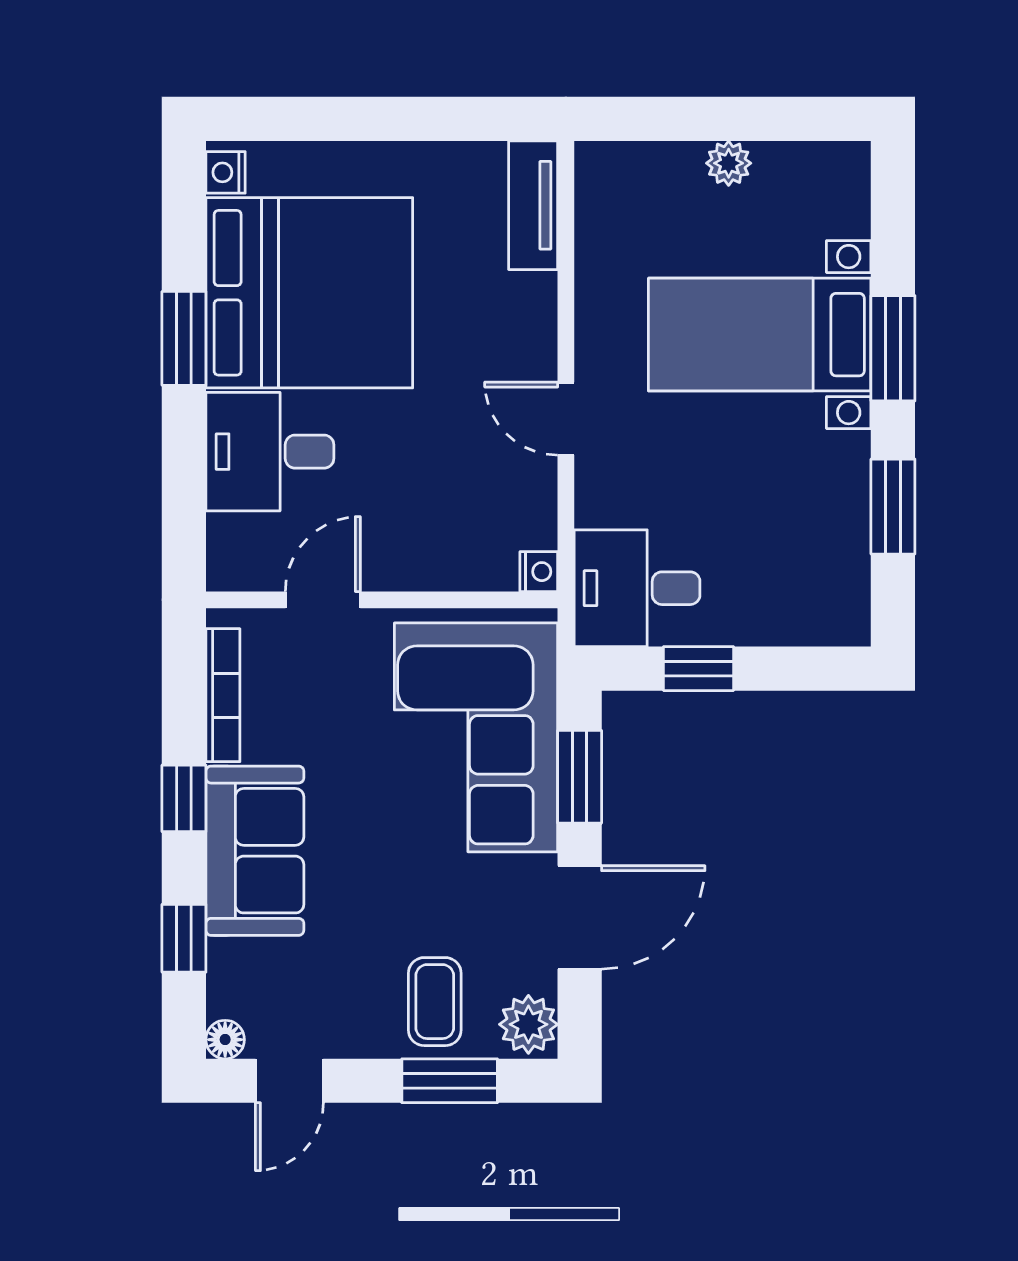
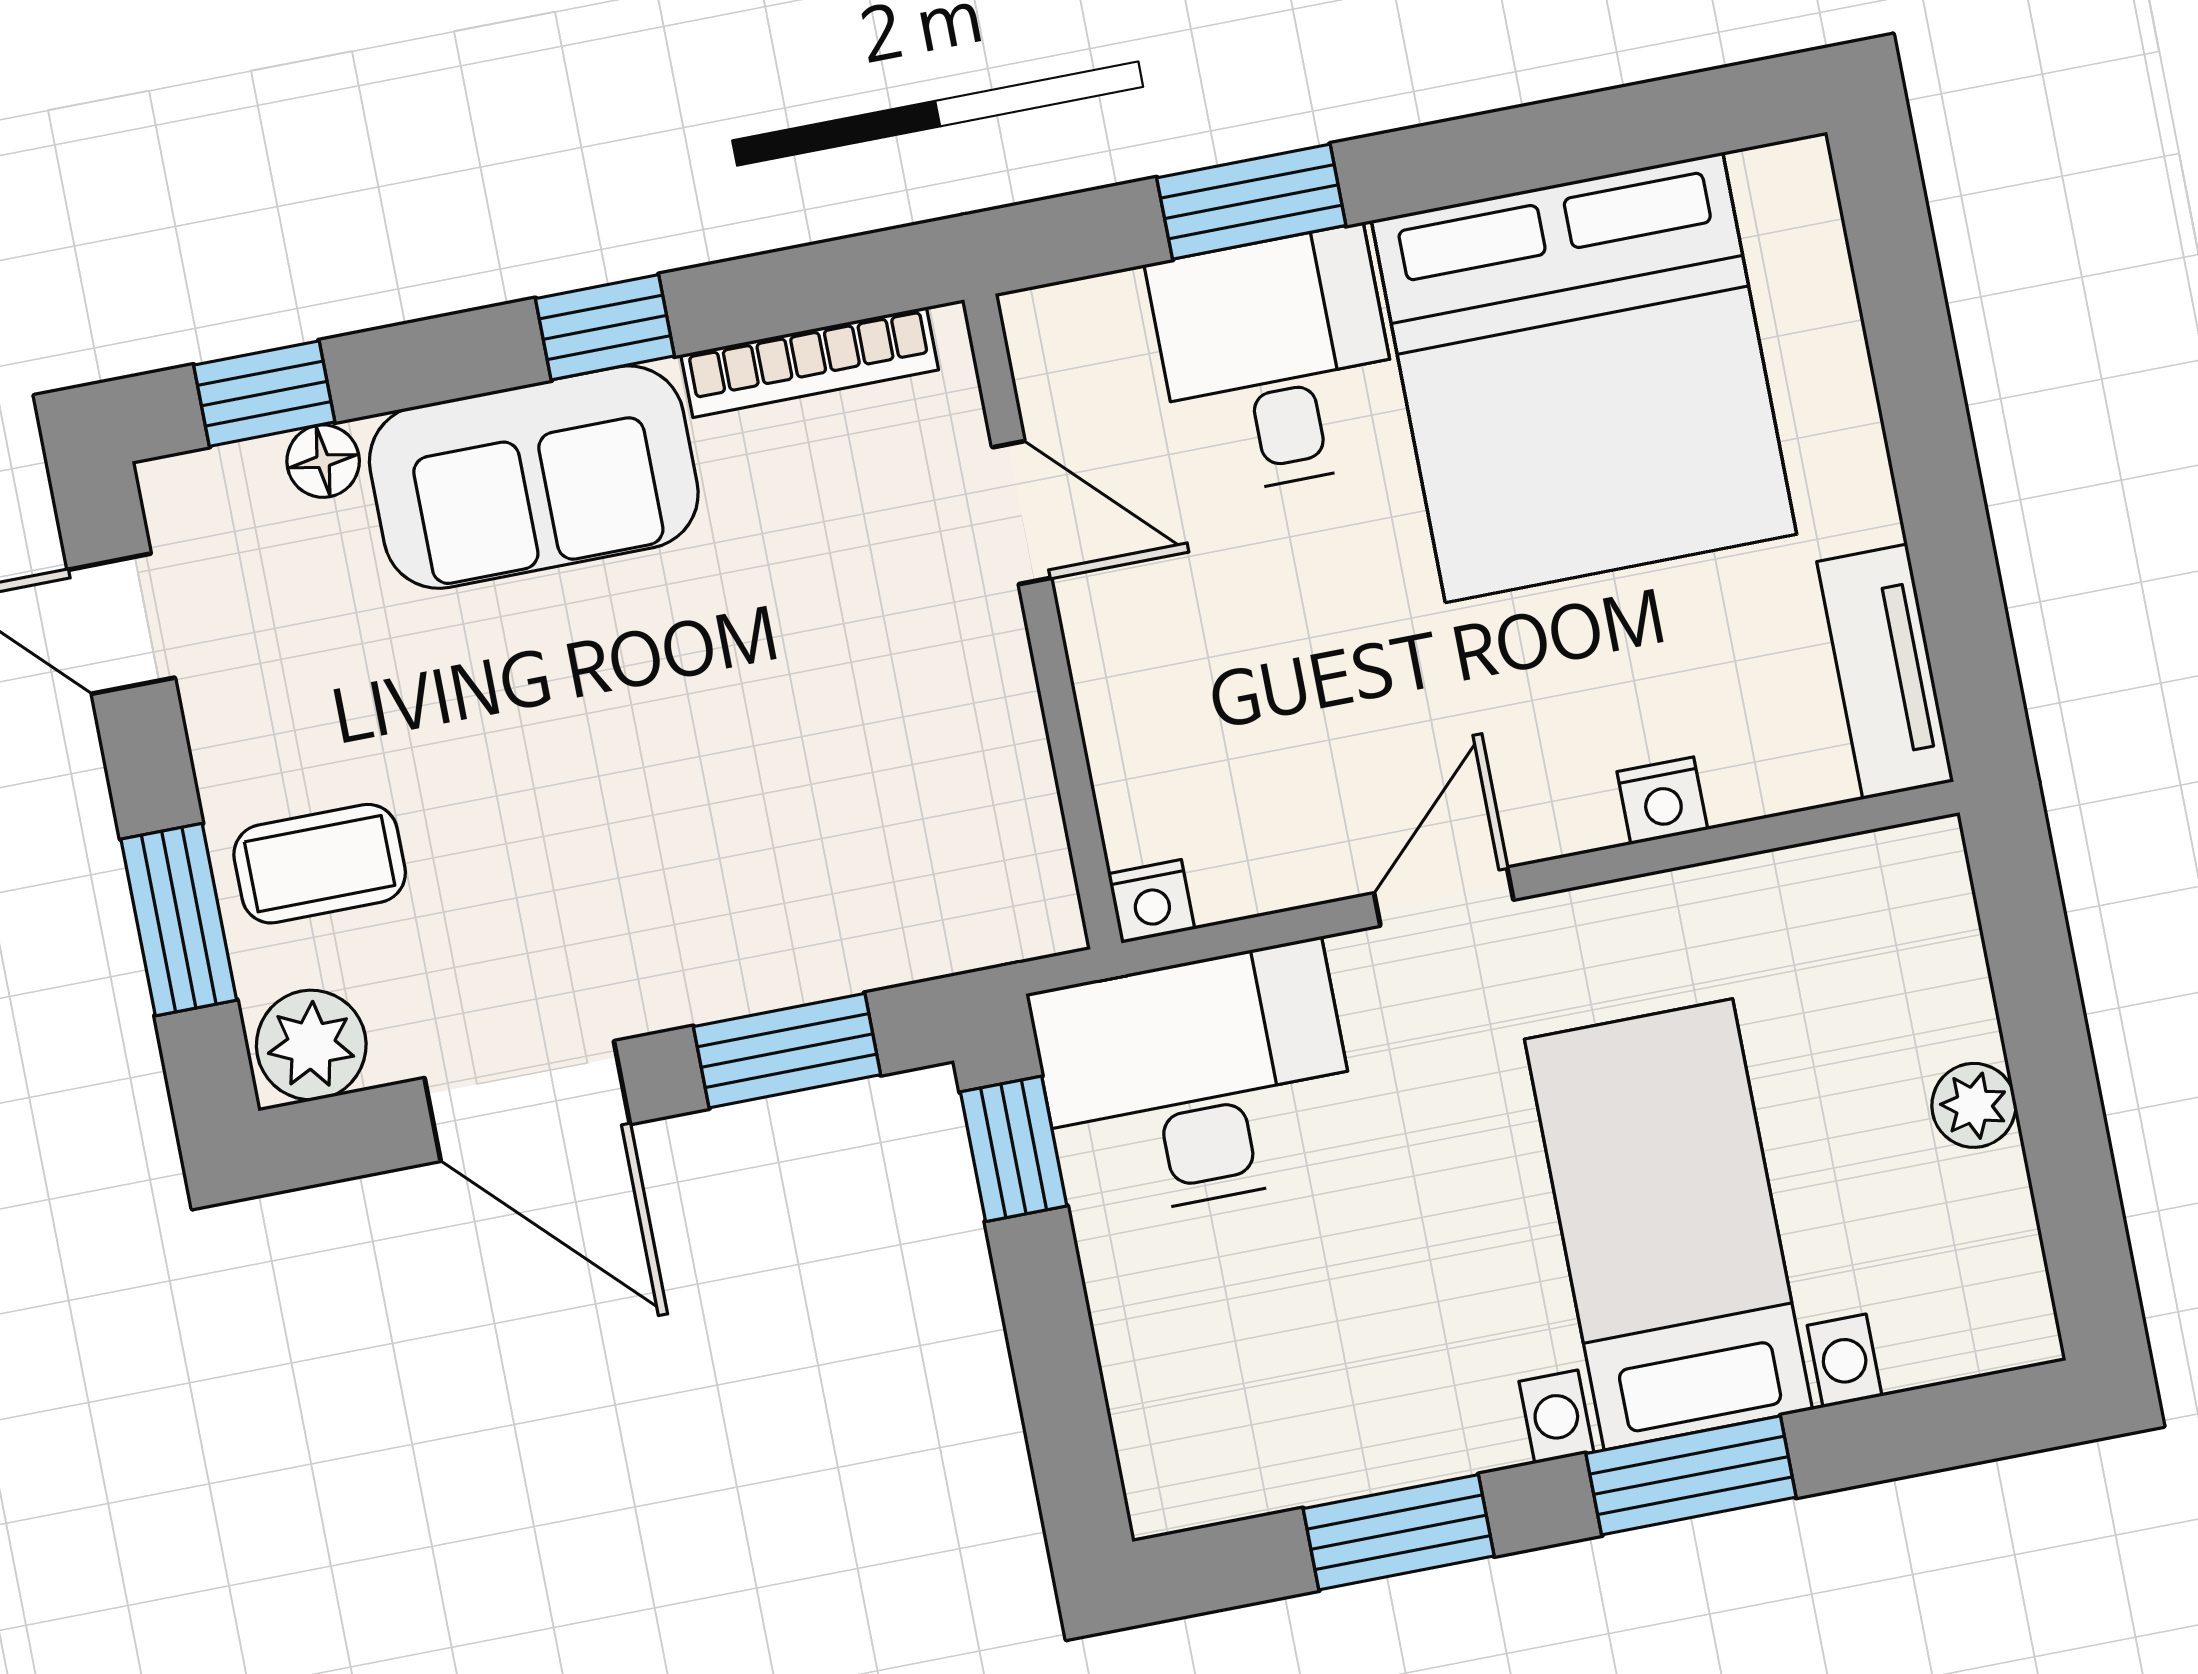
nightstand: (226, 172) -> (1662, 801), moved, turned 180
tv unit: (533, 205) -> (1885, 672), moved, turned -90
window: (184, 338) -> (1251, 202), moved
desk: (637, 588) -> (1196, 1081), width x1.37
window: (698, 669) -> (1014, 1149), moved
corner sofa: (476, 737) -> (822, 845), removed
window: (184, 938) -> (264, 394), moved
floor lamp: (225, 1040) -> (323, 461), moved

